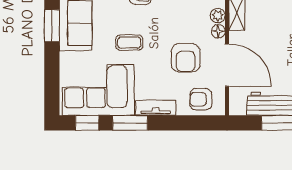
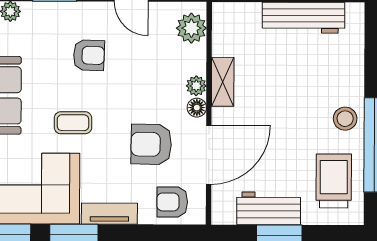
armchair: (186, 58) -> (151, 144), turned 91
door: (227, 65) -> (209, 155), hinge flipped

